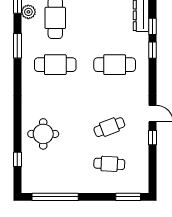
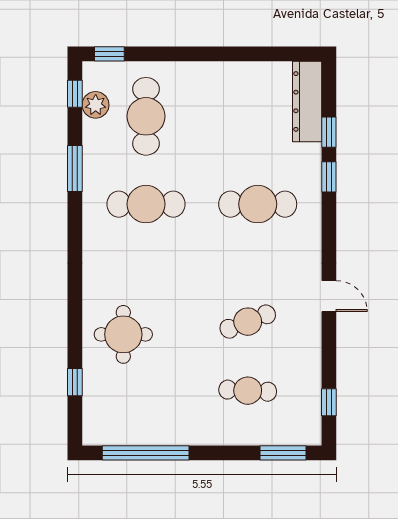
window: (152, 138) -> (329, 402), moved

